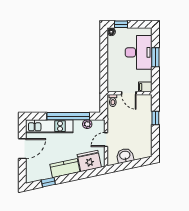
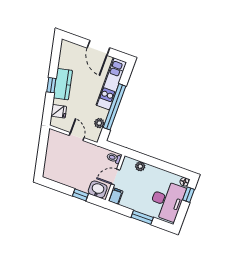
desk: (139, 52) -> (167, 201), moved, turned -90
plant: (112, 75) -> (140, 166), added
washbasin: (125, 156) -> (98, 189), moved, turned -78
fridge: (89, 161) -> (59, 111), width x0.53, depth x0.75
window: (48, 182) -> (51, 85), moved

